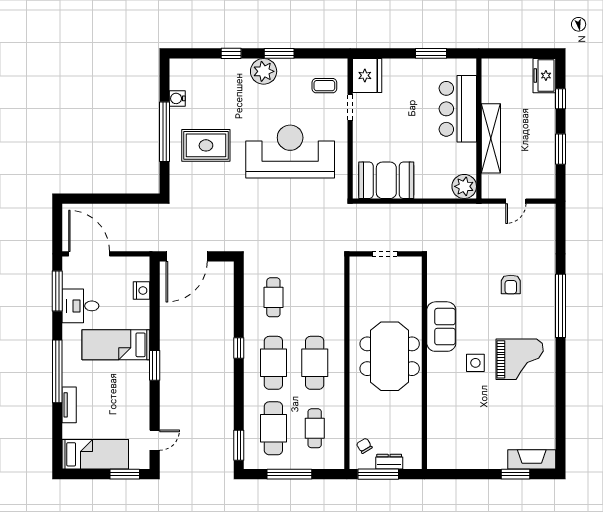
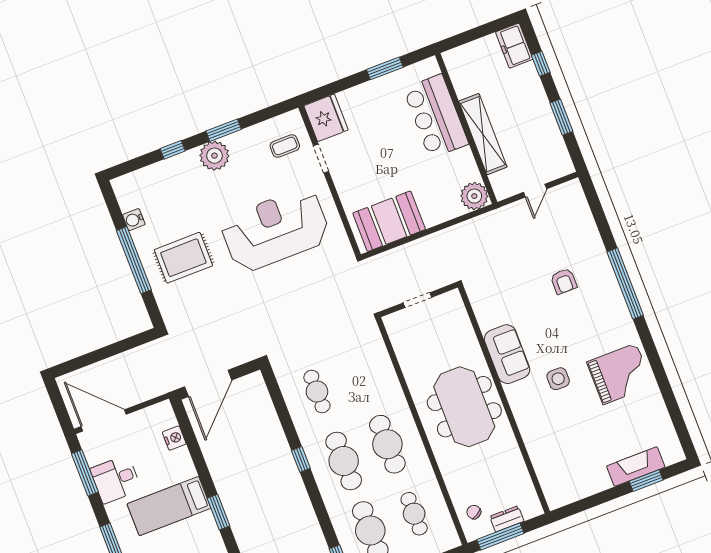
grand piano: (520, 359) -> (620, 374), moved
fireplace: (532, 459) -> (636, 467), moved

